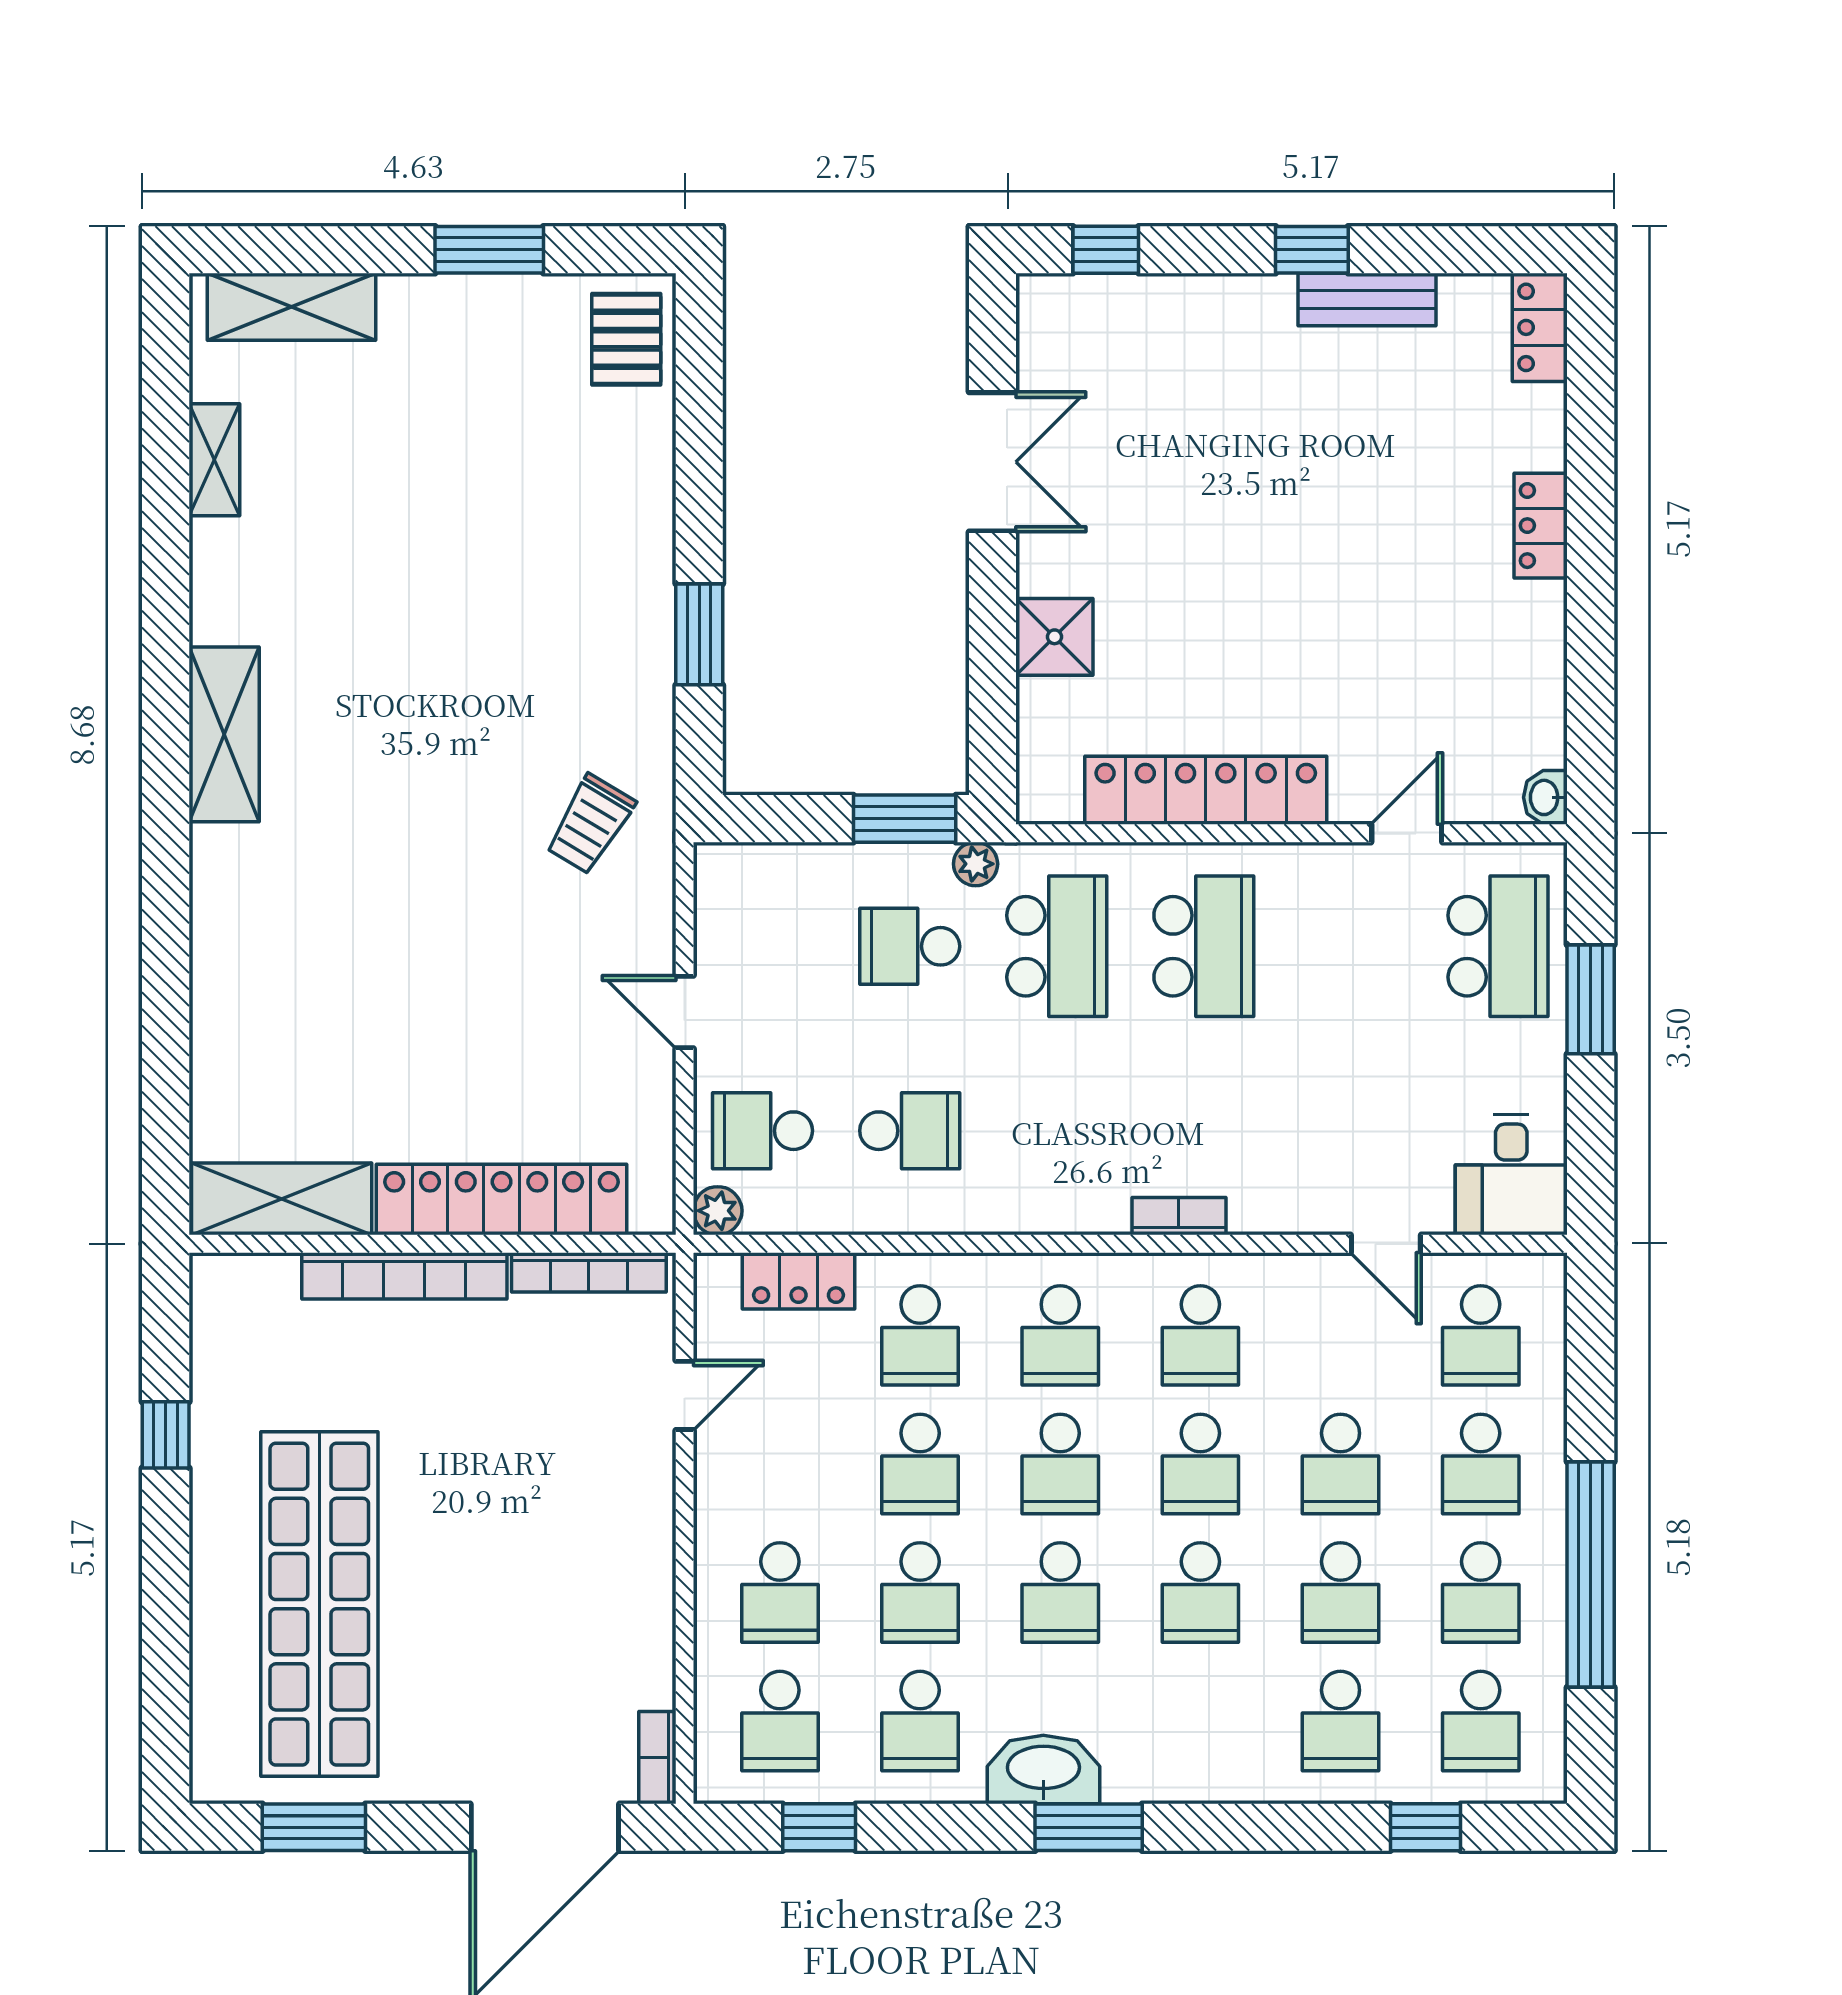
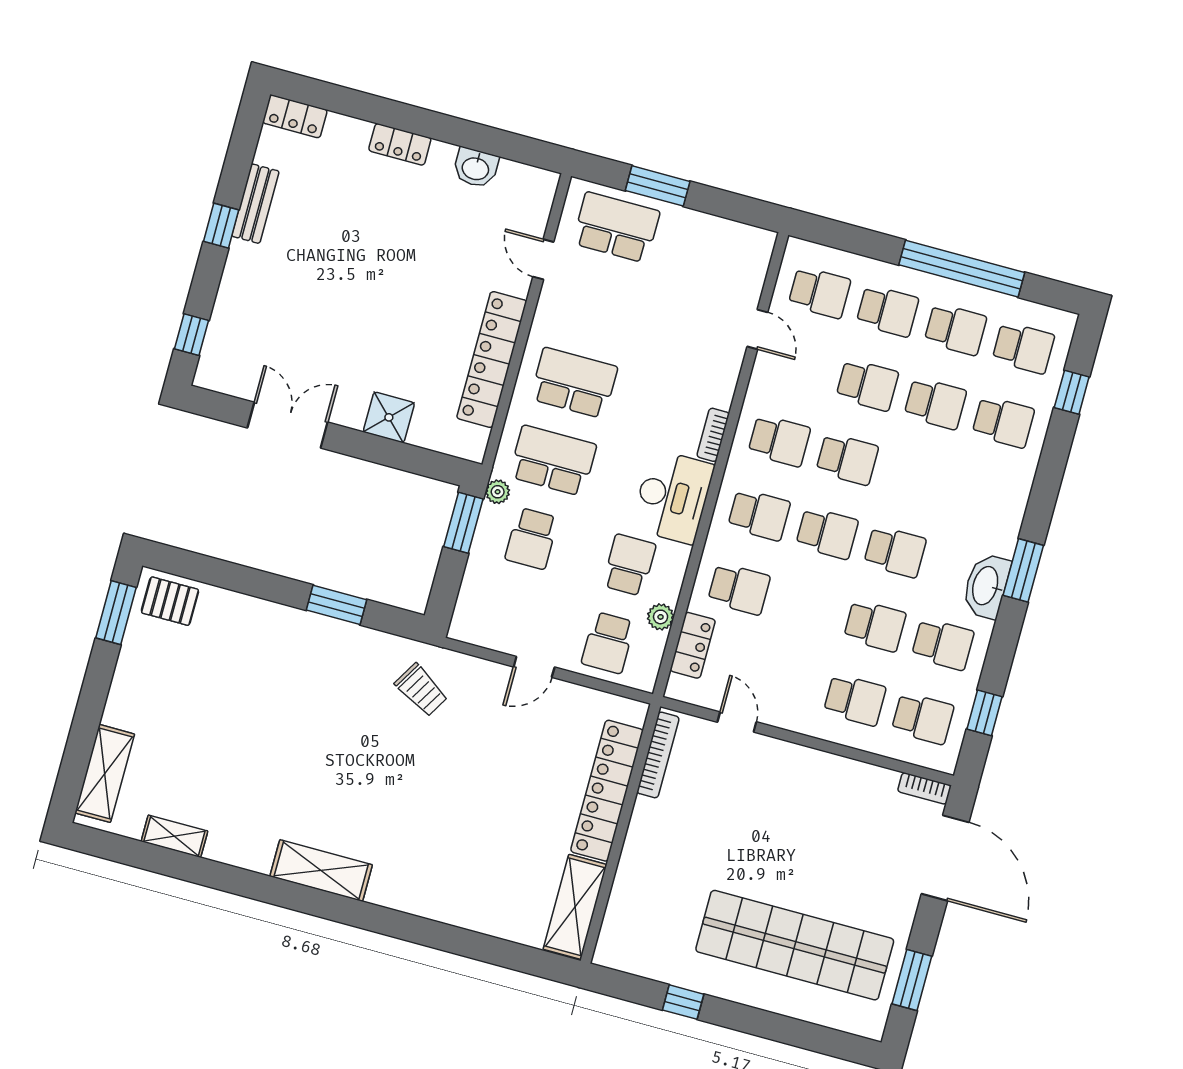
window: (489, 250) -> (116, 613), moved
washbasin: (1545, 797) -> (476, 168), moved, width x1.38, depth x1.45
desk: (1511, 1175) -> (673, 497), moved, width x1.37
plant: (718, 1211) -> (661, 617), moved
door: (1386, 1244) -> (757, 329), hinge flipped
bookcase: (404, 1276) -> (633, 853), removed
school desk: (920, 1464) -> (807, 607), removed
school desk: (1200, 1592) -> (915, 478), removed

